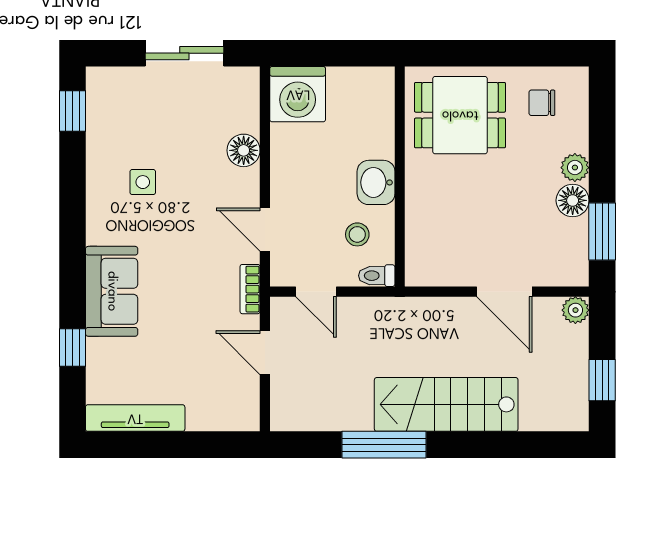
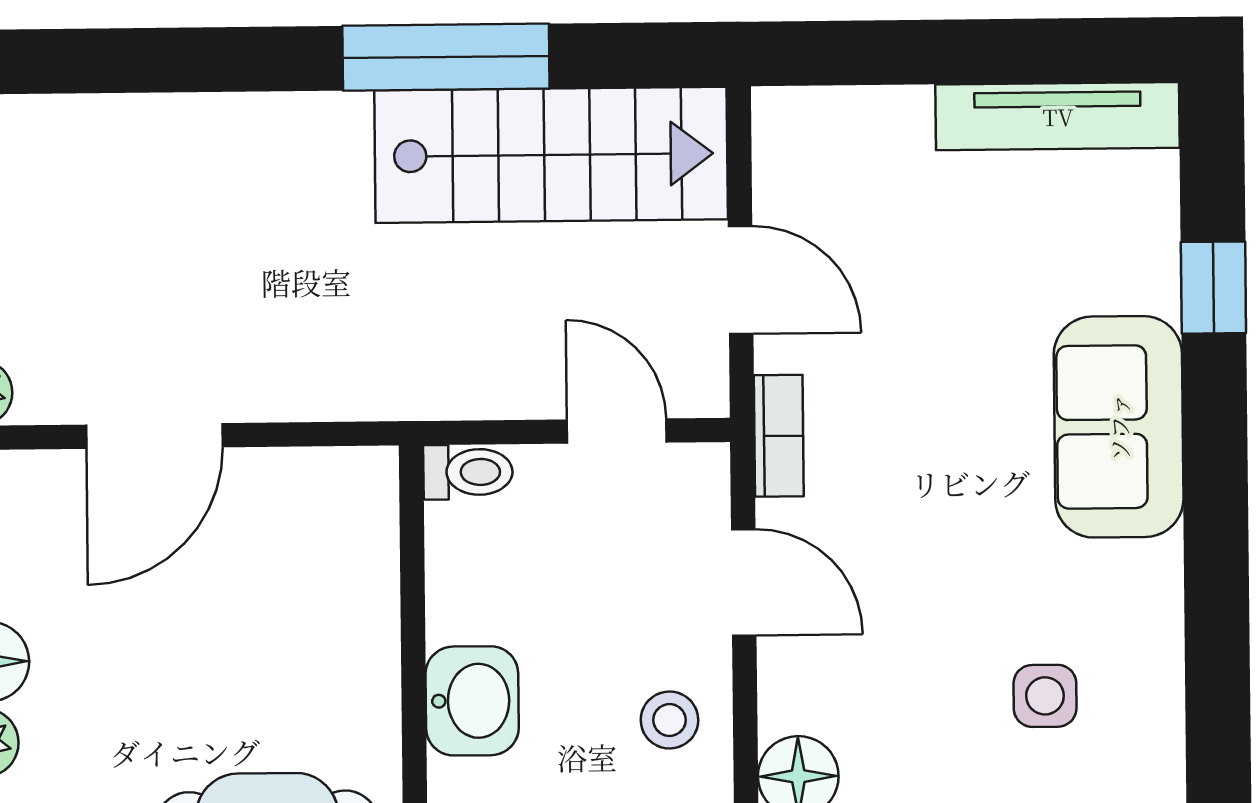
stool: (357, 234) -> (669, 720), moved
door: (504, 292) -> (154, 436), swing flipped
stairs: (446, 404) -> (551, 155), moved

